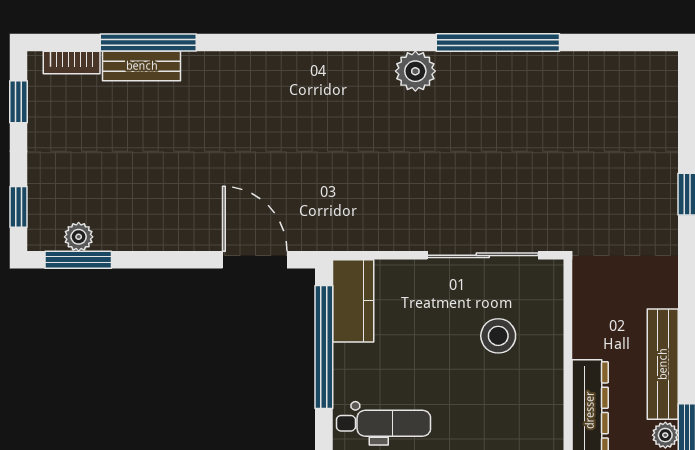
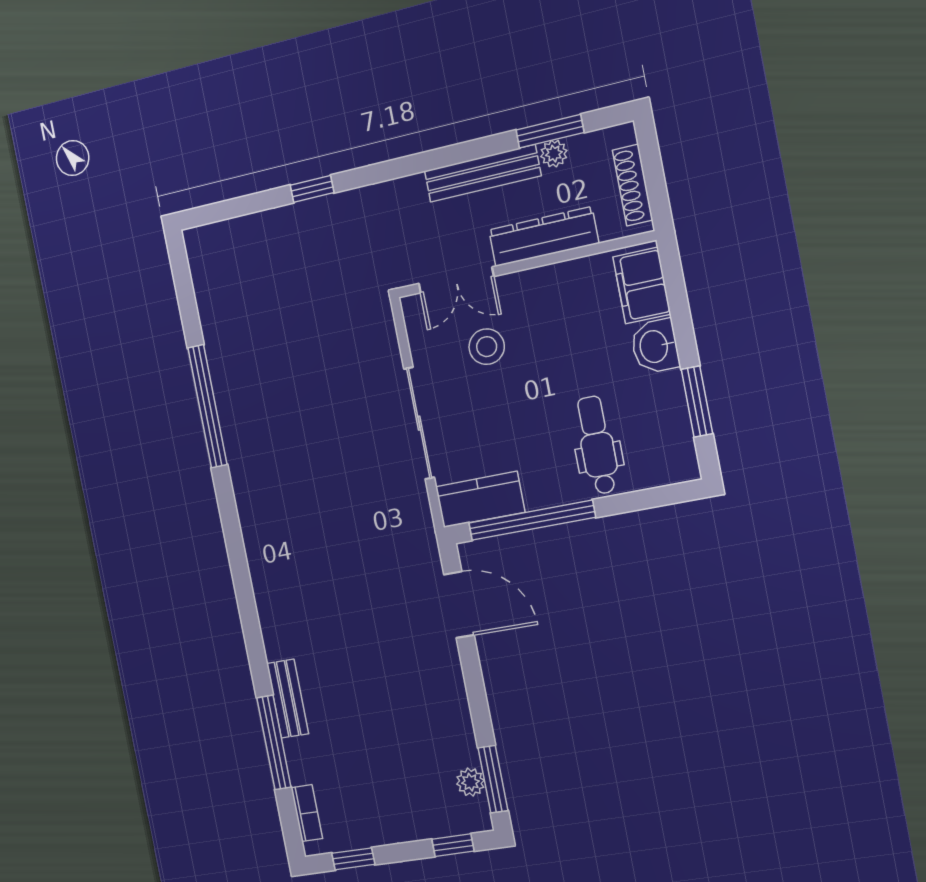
bench: (142, 66) -> (288, 699), moved
plant: (415, 71) -> (250, 481), removed
sliding door: (483, 255) -> (419, 423), moved
door: (255, 260) -> (459, 605), swing flipped
double door: (568, 319) -> (456, 280), added

